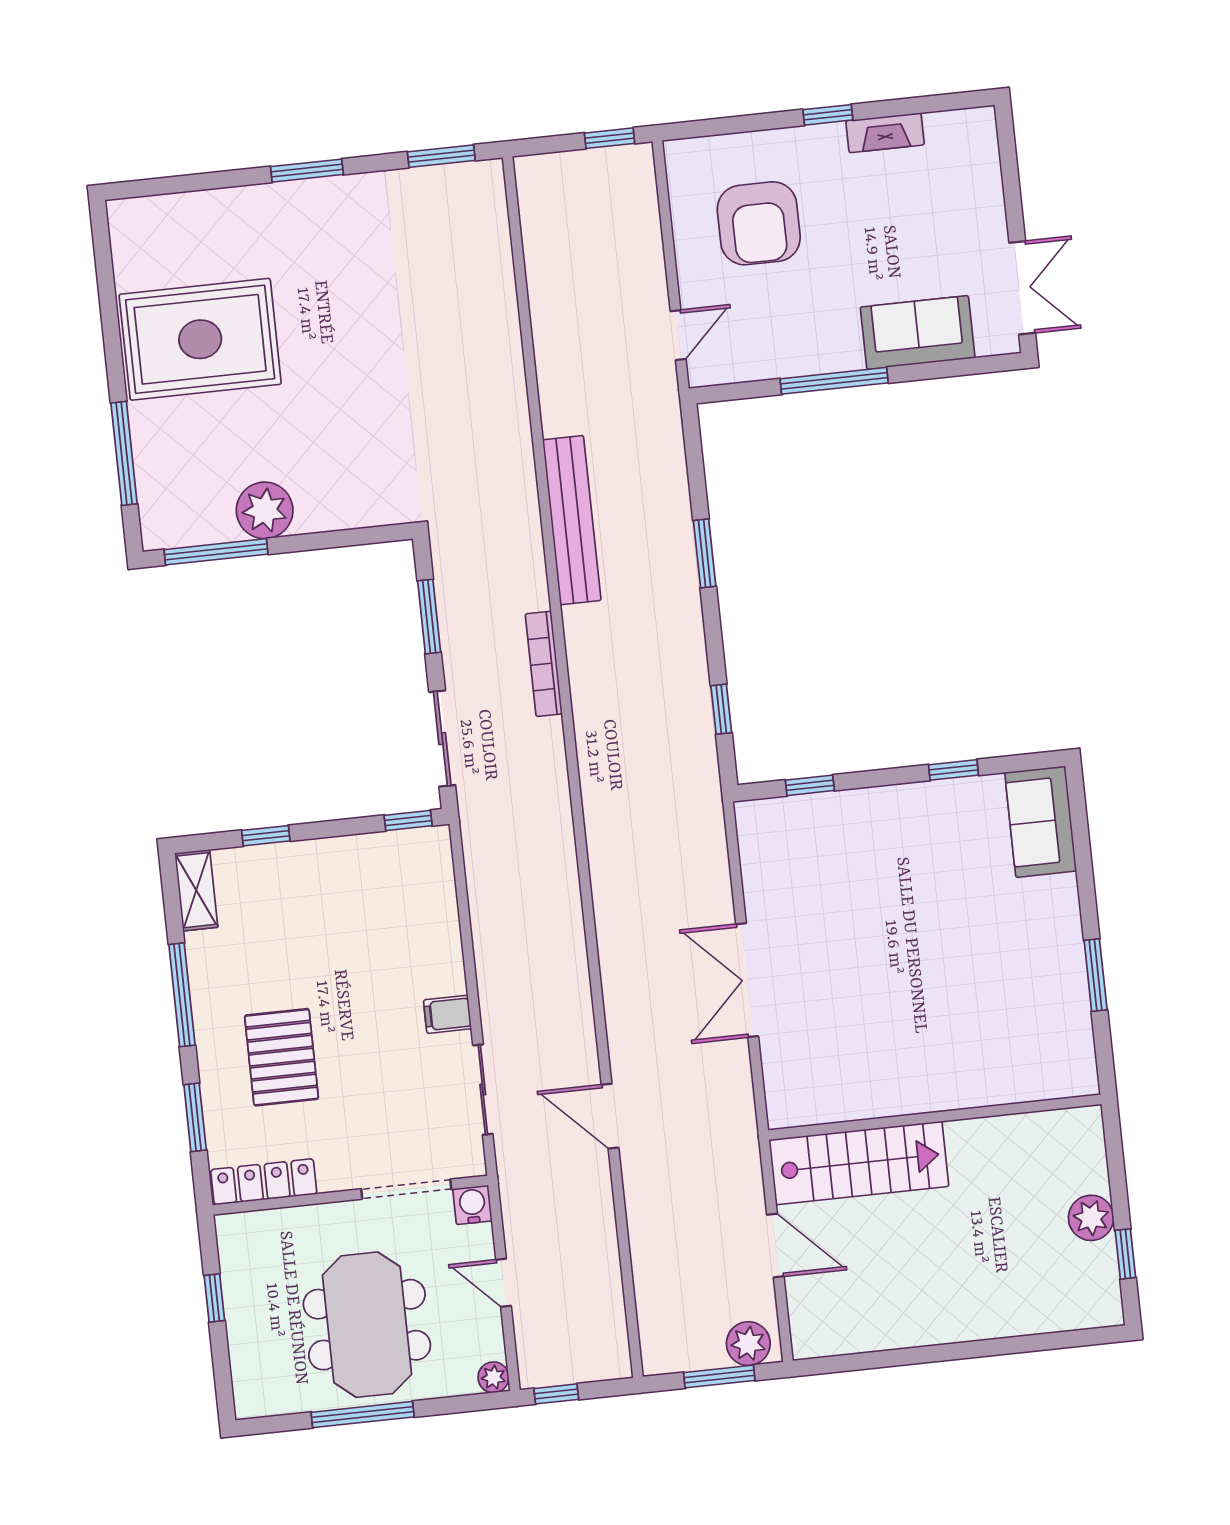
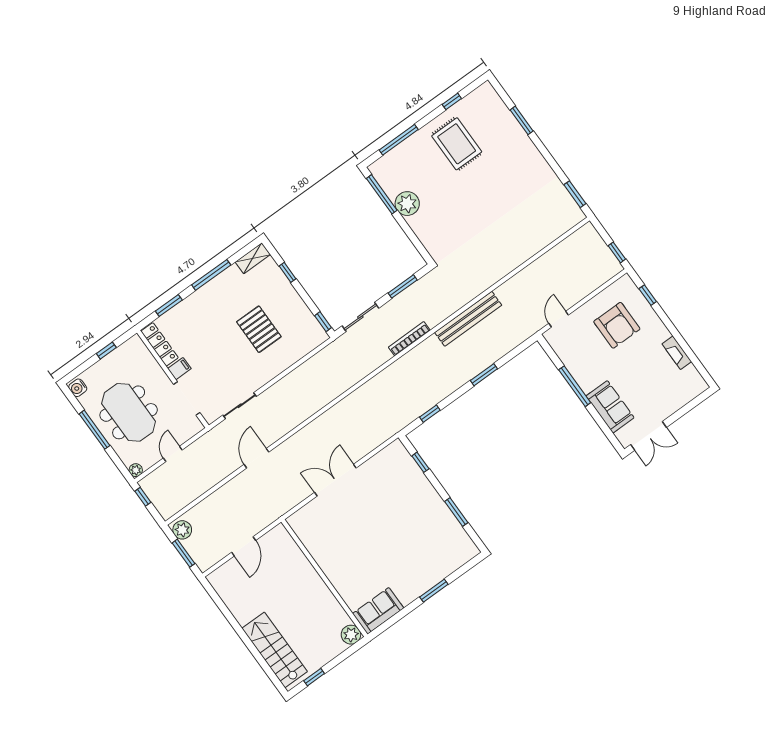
window: (828, 115) -> (648, 295), moved
window: (307, 171) -> (522, 120), moved
armchair: (759, 223) -> (617, 325), turned -90
window: (108, 300) -> (452, 101), added
door: (678, 335) -> (559, 319), swing flipped
rug: (200, 339) -> (457, 144), width x0.73, depth x0.69
window: (953, 770) -> (456, 512), width x1.50
sofa: (1041, 822) -> (378, 611), moved
window: (1096, 975) -> (434, 591), moved
filing cabinet: (448, 1014) -> (179, 369), moved, turned 90
pallet: (281, 1057) -> (259, 329), moved, turned 90
stairs: (859, 1163) -> (275, 650), moved, turned 180
water cooler: (472, 1205) -> (78, 388), moved, turned 180
plant: (1091, 1218) -> (351, 635), moved
meeting table: (367, 1325) -> (129, 412), turned 90
plant: (748, 1344) -> (182, 530), moved

